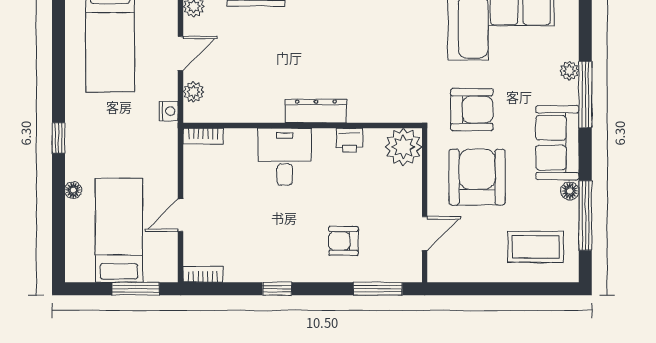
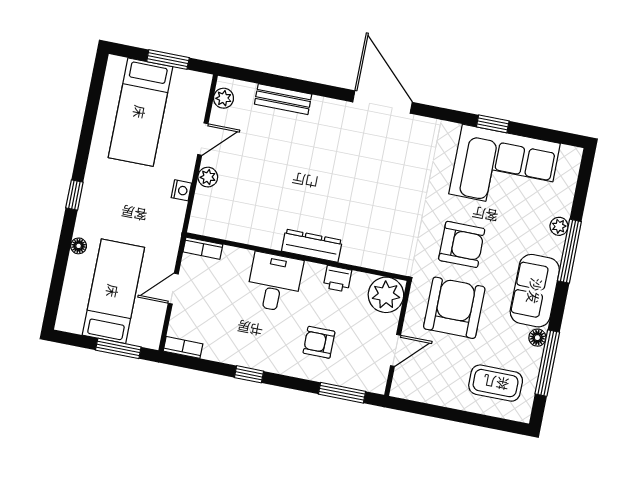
dresser: (316, 111) -> (312, 246), moved
wall: (303, 126) -> (297, 257), moved
bookcase: (203, 136) -> (203, 248), moved
printer: (349, 140) -> (337, 279), moved
plant: (403, 147) -> (386, 295), moved
desk: (285, 157) -> (274, 282), moved

